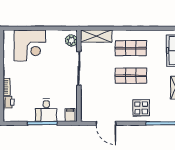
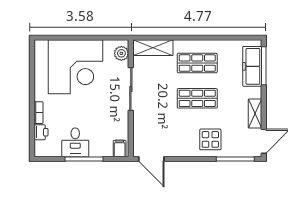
corner desk: (30, 45) -> (76, 67), width x1.36, depth x1.36
desk: (46, 110) -> (75, 142), moved
door: (106, 123) -> (151, 159), moved

